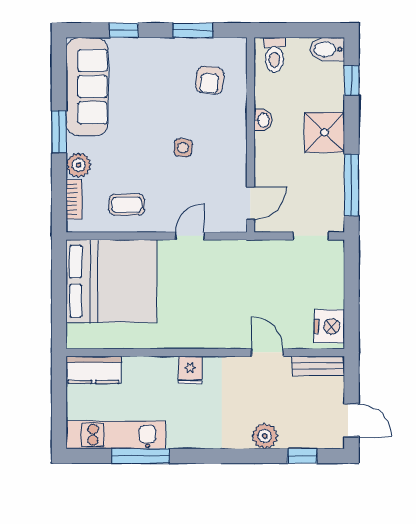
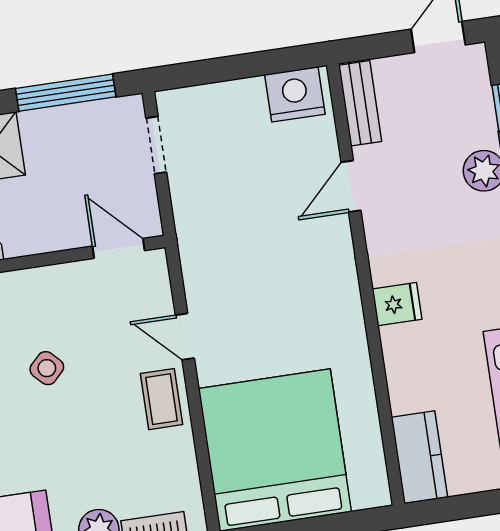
side table: (183, 148) -> (47, 368), turned 38
coffee table: (127, 205) -> (162, 399), moved

